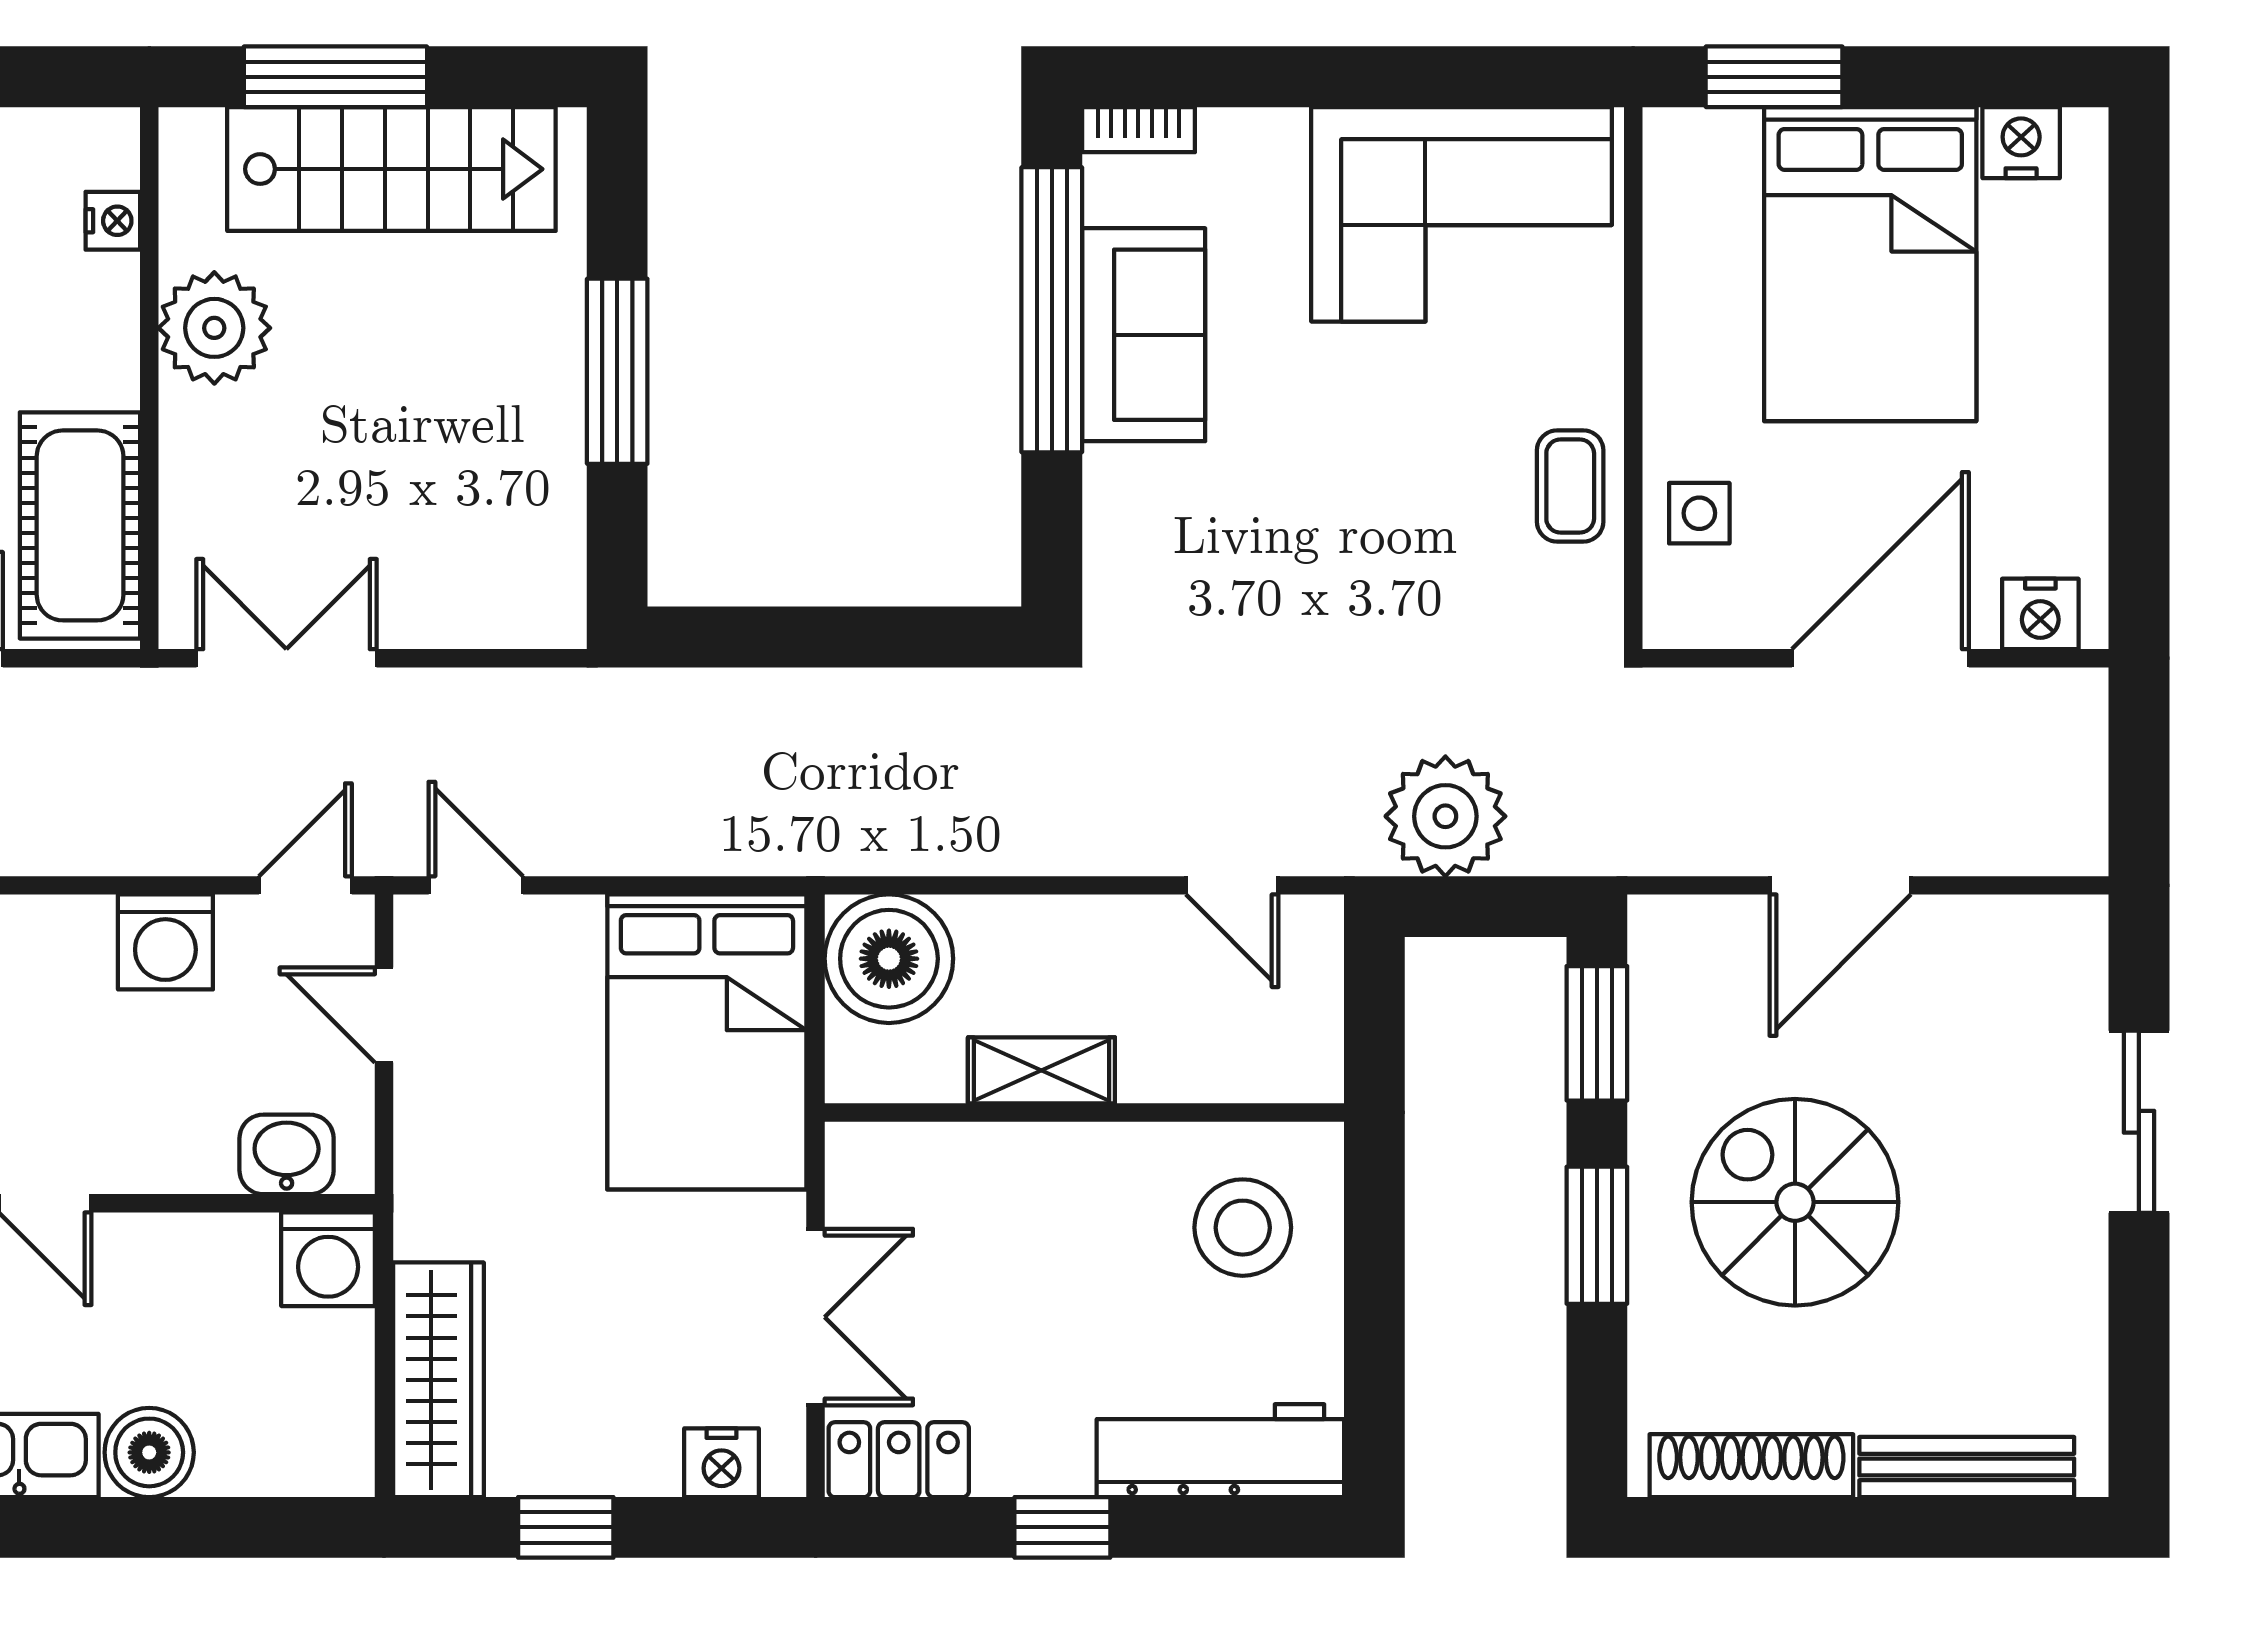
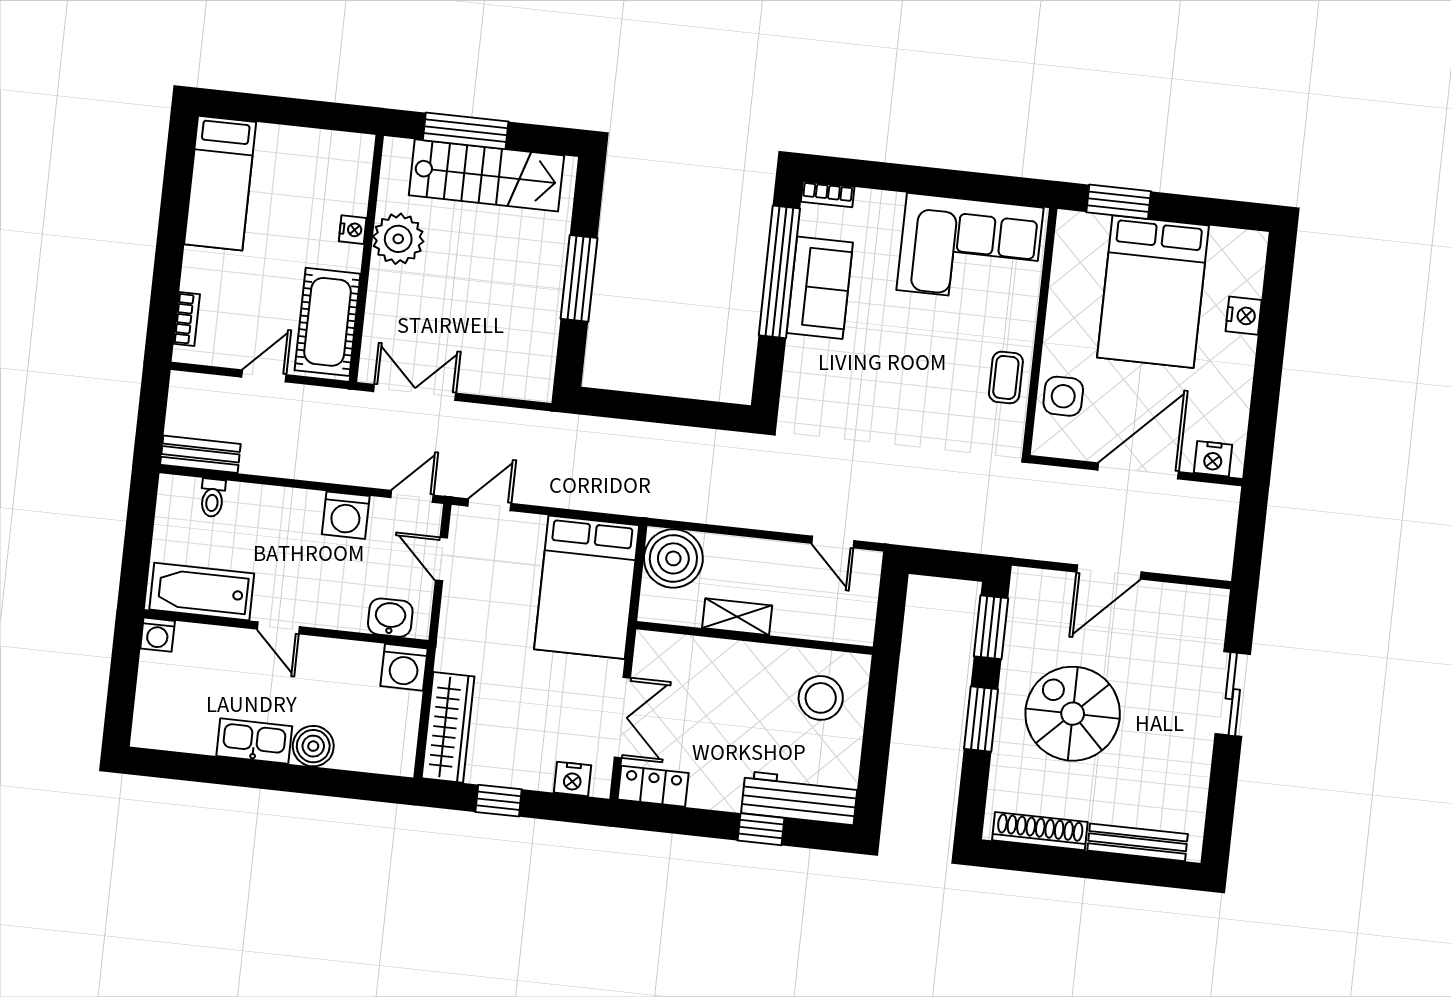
nightstand: (2021, 143) -> (1244, 316), moved, turned 90
nightstand: (113, 221) -> (353, 230), moved
side table: (1699, 513) -> (1063, 396), width x1.37, depth x1.37
plant: (1445, 816) -> (933, 521), removed
door: (476, 885) -> (489, 505), hinge flipped
window: (1062, 1527) -> (761, 829), moved

